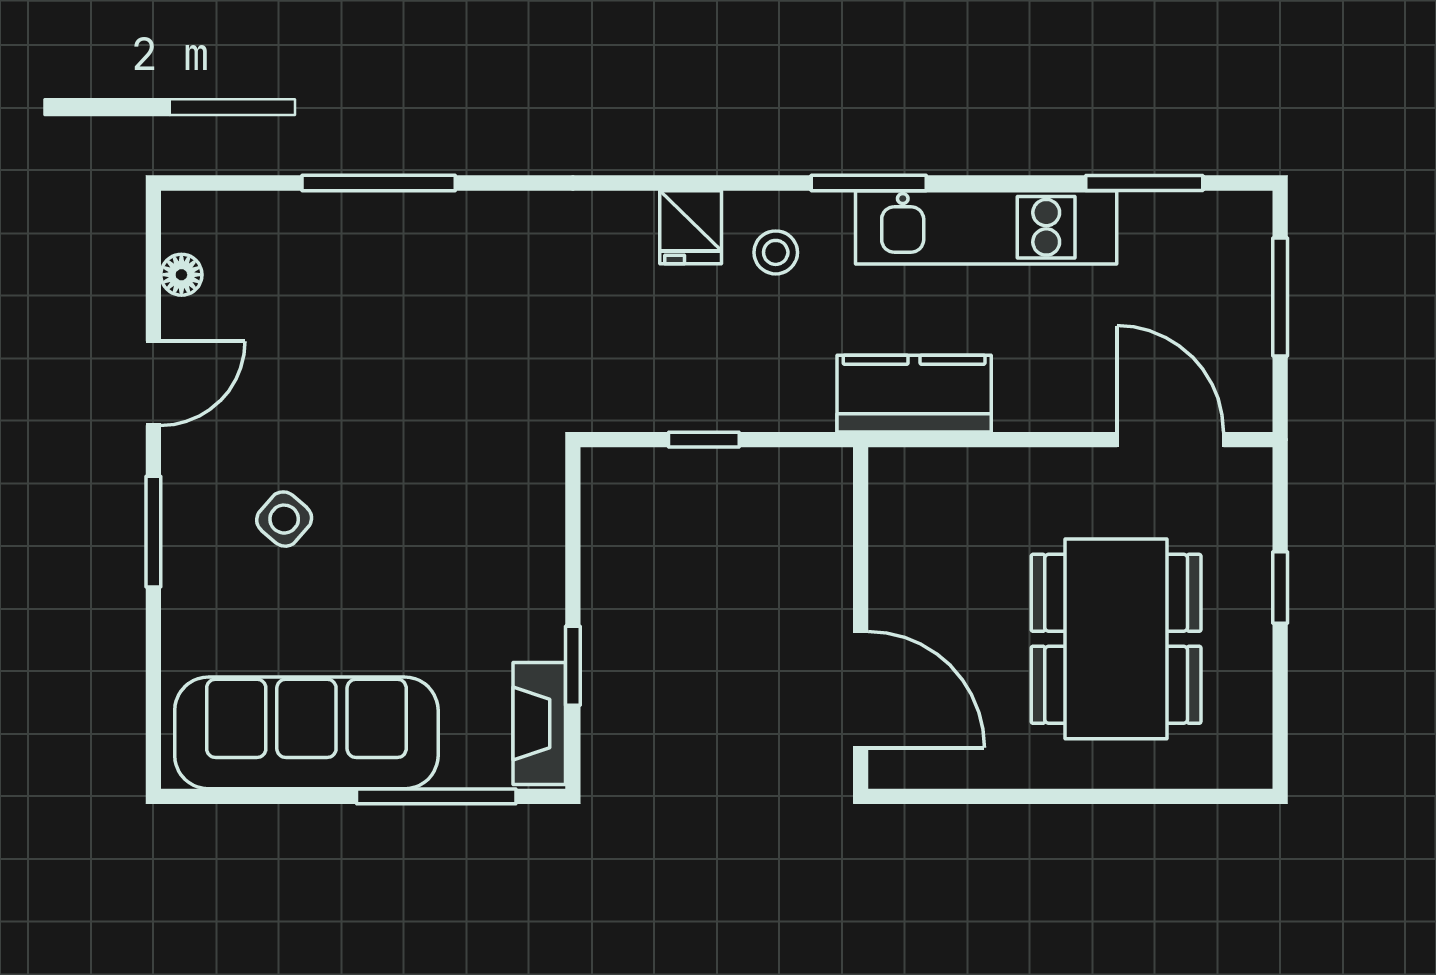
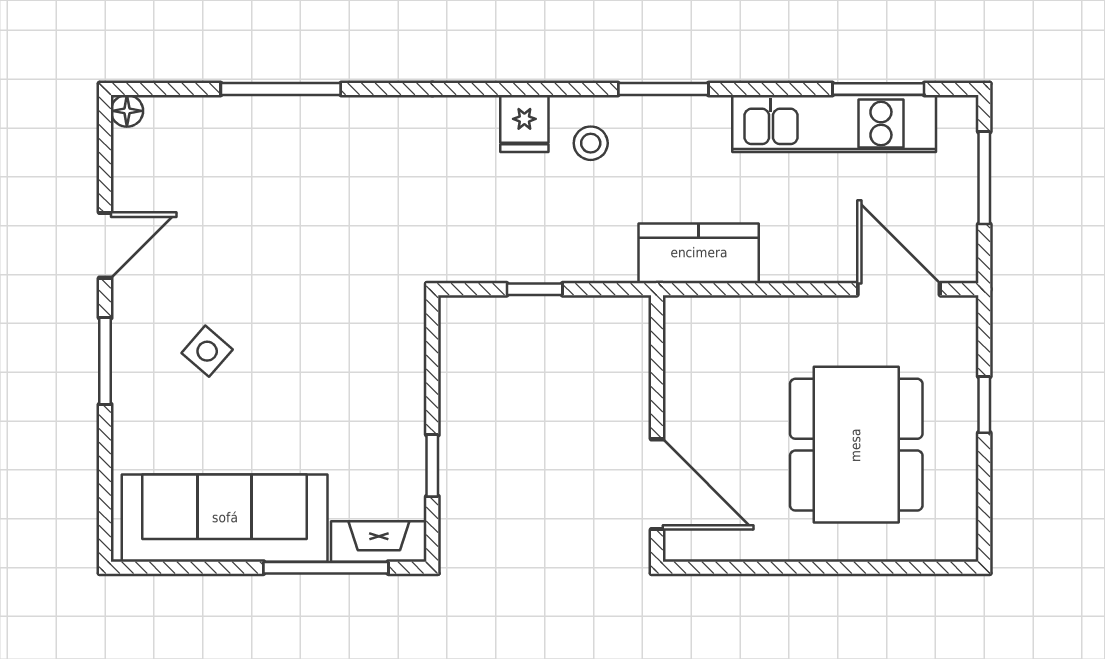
kitchen unit: (986, 227) -> (834, 124), moved
floor lamp: (181, 275) -> (127, 111), moved
fireplace: (539, 723) -> (379, 541), moved, turned 90

